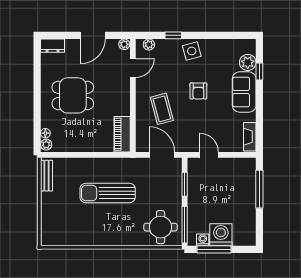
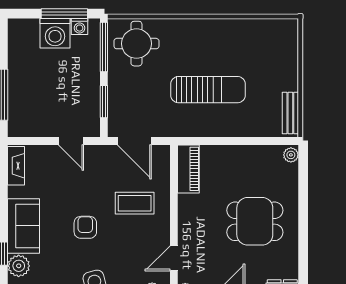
coffee table: (162, 109) -> (135, 203), turned -75
floor lamp: (45, 133) -> (292, 170), removed

